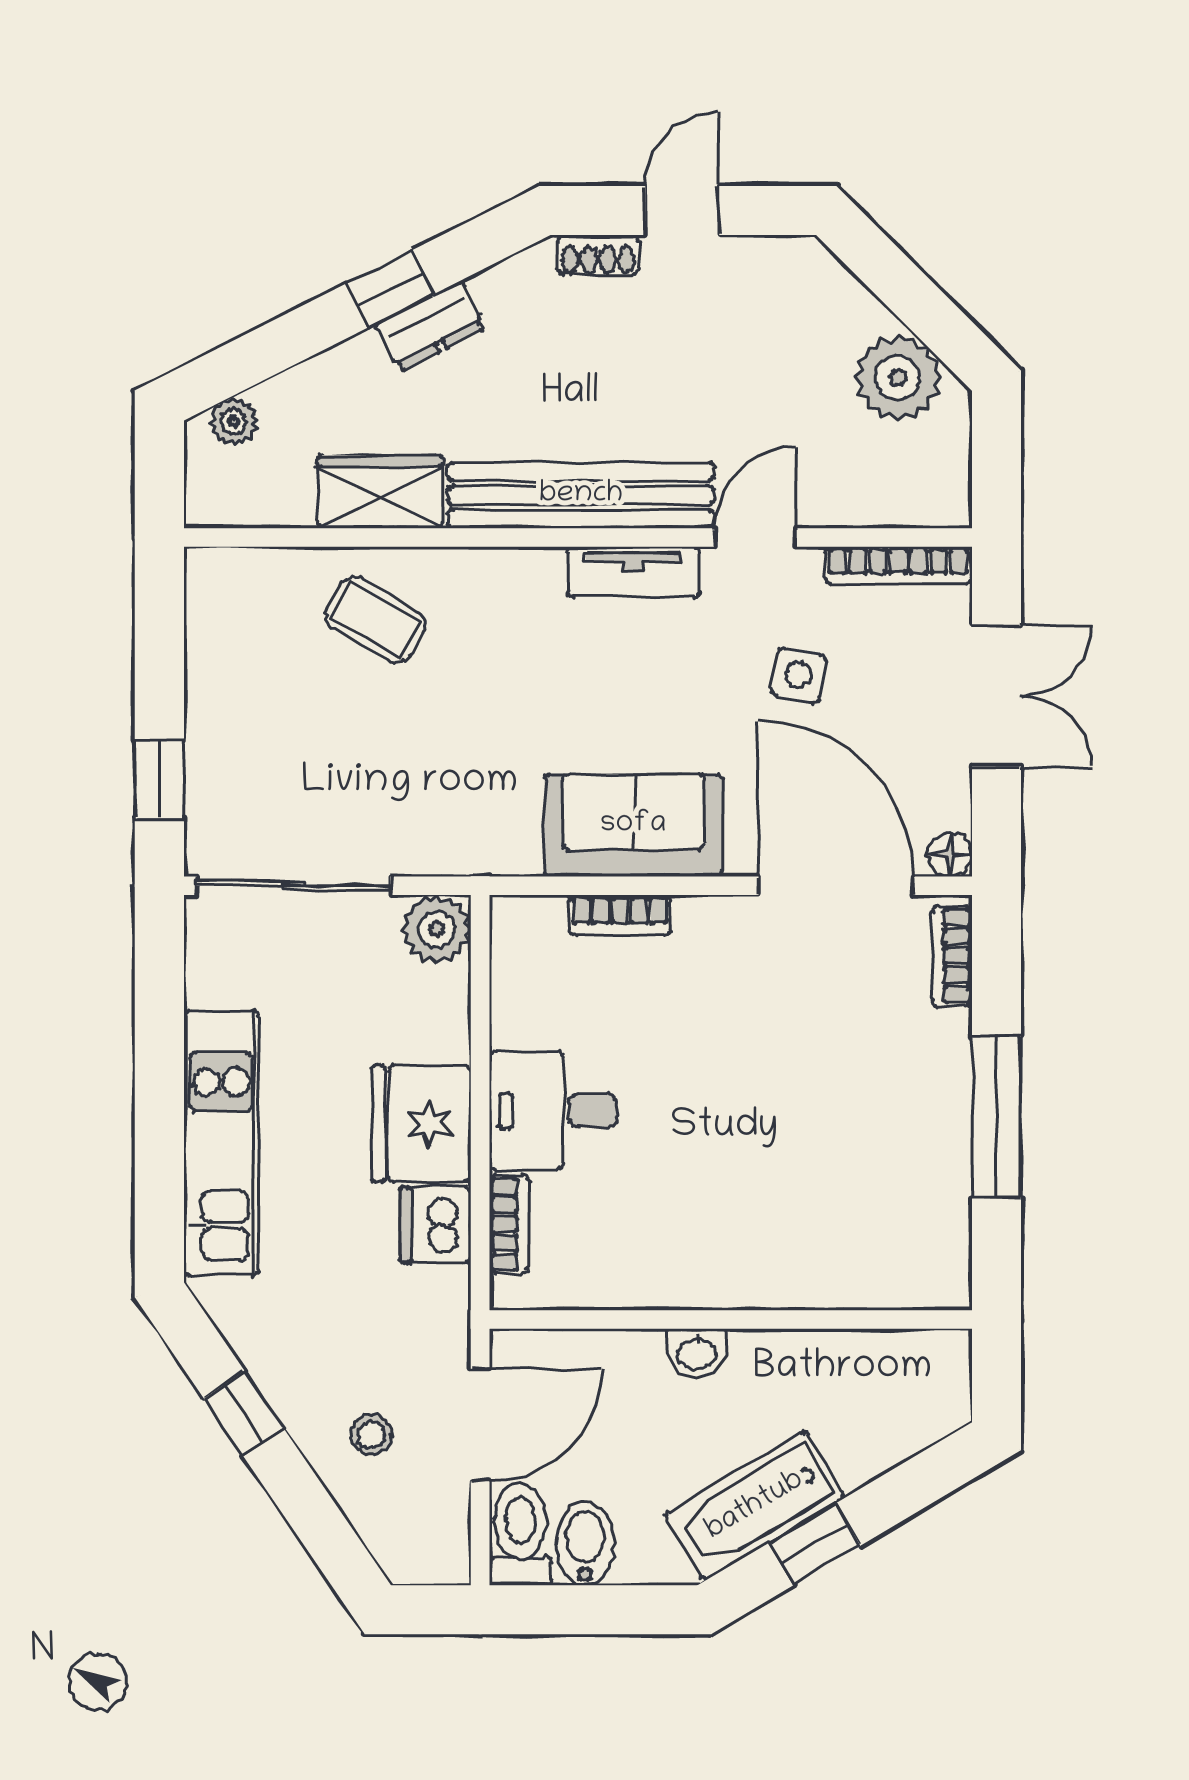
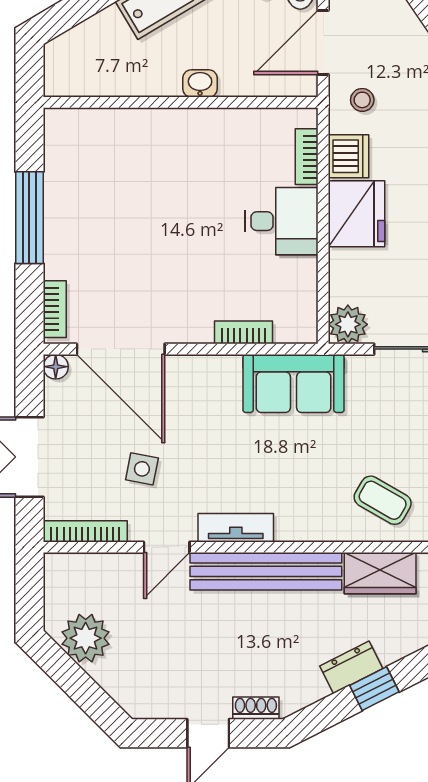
sofa: (633, 825) -> (293, 384), moved
stool: (371, 1435) -> (362, 100), moved

